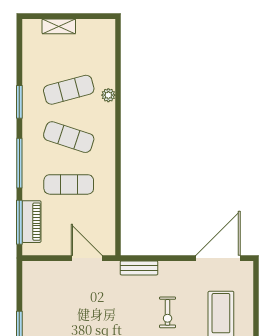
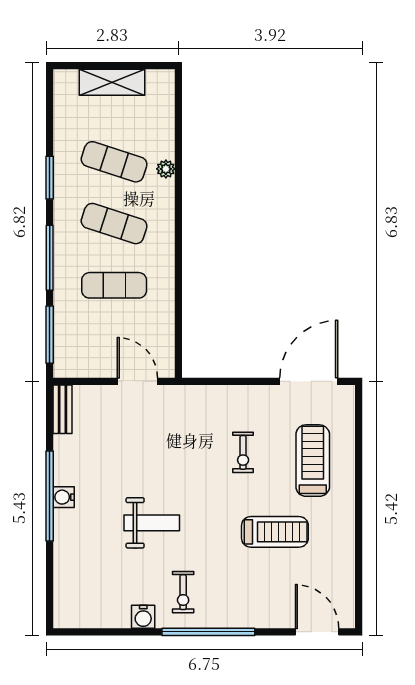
shelving: (59, 26) -> (112, 82), width x1.50, depth x1.33
exercise mat: (69, 90) -> (114, 162), turned 33
piano: (31, 222) -> (65, 334), removed
bench: (139, 268) -> (63, 409), moved, turned 90

